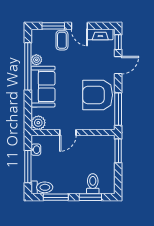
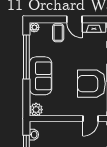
window: (53, 26) -> (50, 19), removed
plant: (36, 60) -> (34, 27), moved
door: (68, 132) -> (90, 119), moved

